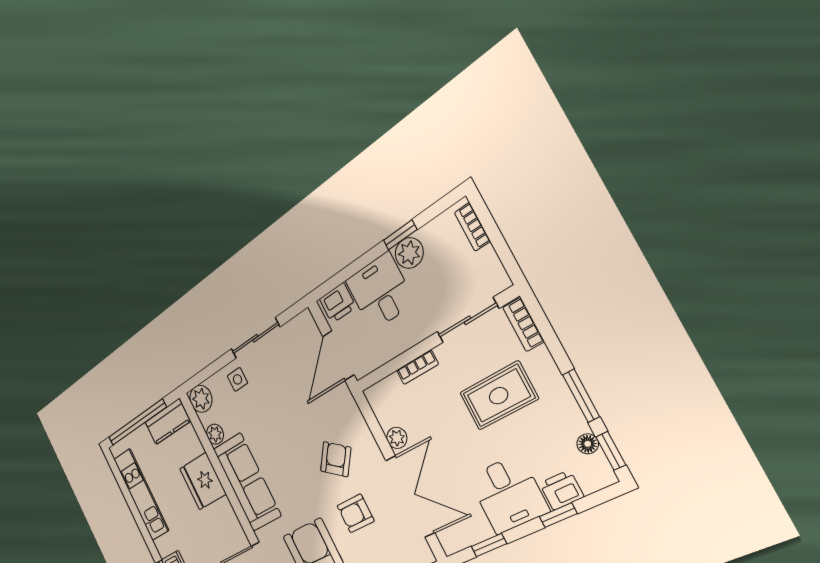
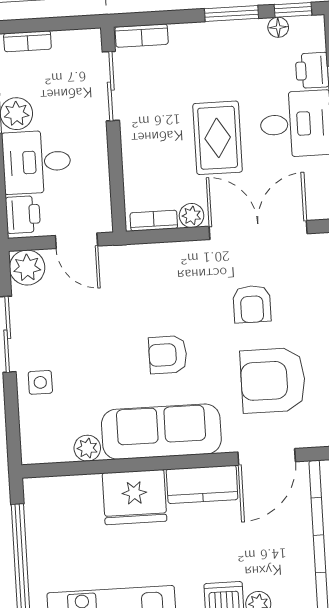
door: (338, 356) -> (76, 241), width x0.73
bookcase: (417, 367) -> (154, 221), moved, turned -90
rug: (499, 396) -> (218, 138), moved
plant: (201, 399) -> (27, 268), moved
kitchen counter: (167, 422) -> (202, 484), moved, turned 90
armchair: (336, 459) -> (168, 355), moved, turned -37

